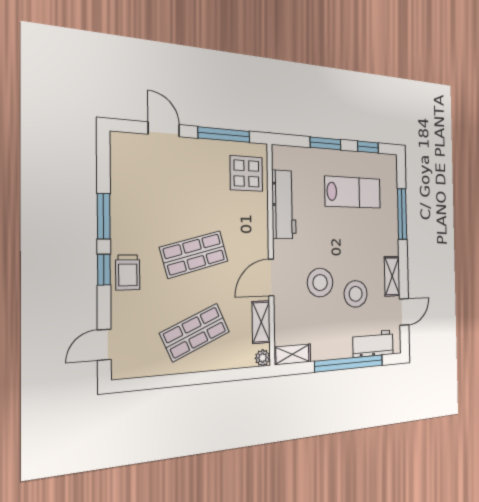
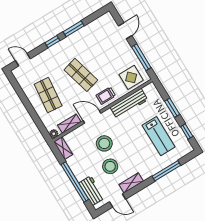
trolley: (128, 272) -> (106, 96), moved
shop shelf: (195, 332) -> (48, 95), turned 30

